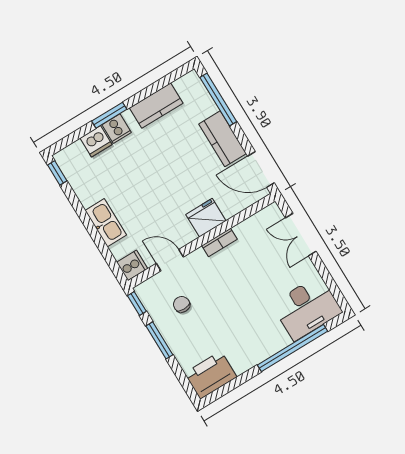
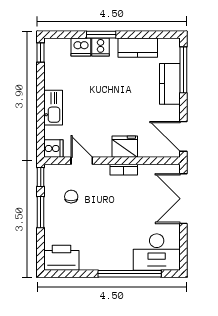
kitchen counter: (223, 139) -> (170, 84), moved
double door: (301, 235) -> (183, 199), width x1.37

